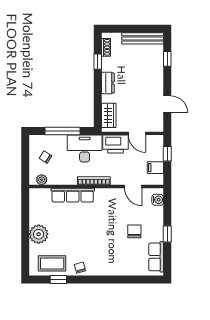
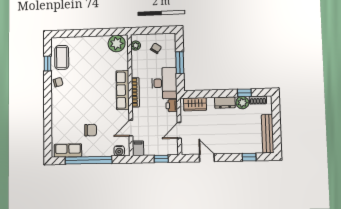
plant: (109, 64) -> (242, 103), added
door: (167, 104) -> (207, 158), swing flipped
window: (62, 131) -> (180, 63), width x0.69
printer: (115, 144) -> (172, 106), width x0.53, depth x0.68
filing cabinet: (155, 168) -> (138, 148), moved
row of seats: (73, 195) -> (123, 90), moved
plant: (39, 234) -> (117, 44), moved
window: (167, 234) -> (88, 160), width x3.17

